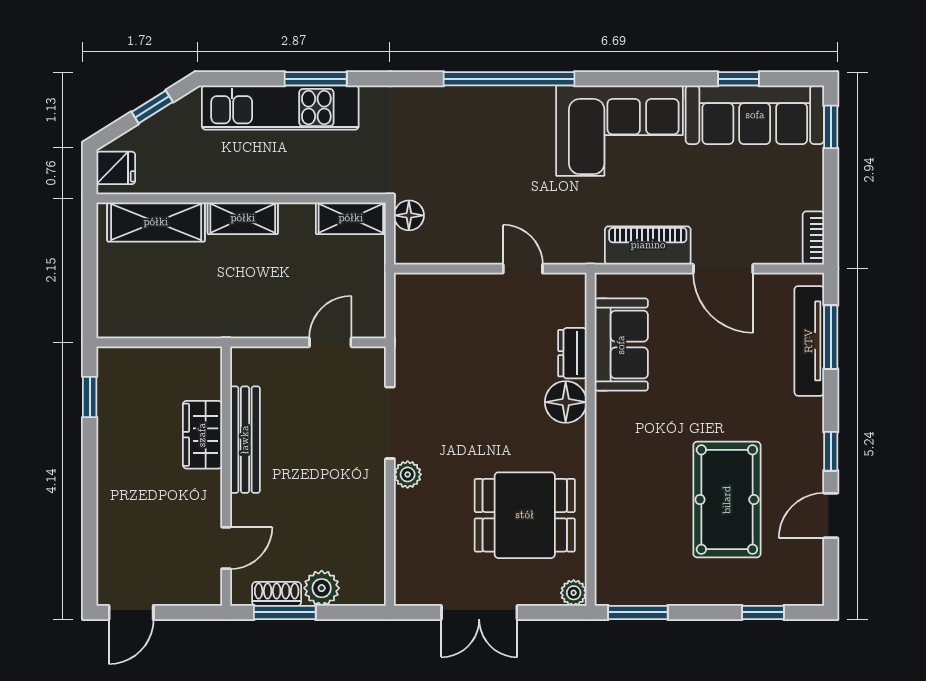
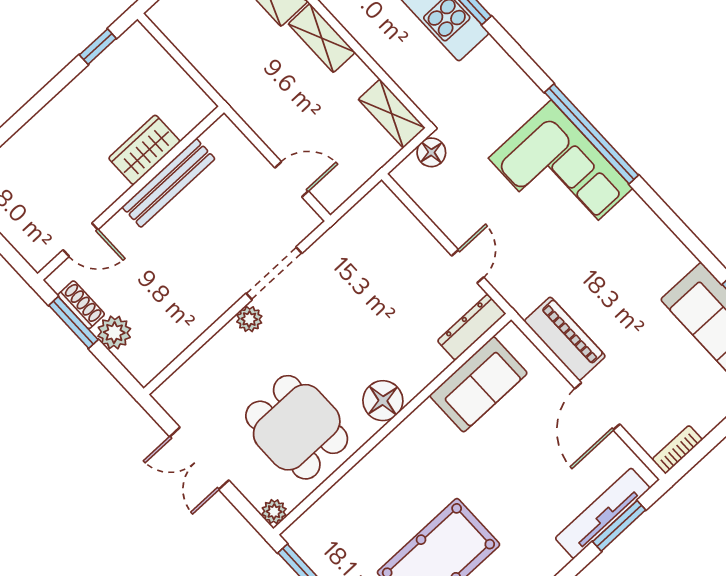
corner sofa: (620, 131) -> (561, 173), moved
dresser: (572, 353) -> (472, 327), moved, width x1.44
floor lamp: (566, 402) -> (383, 401), moved

